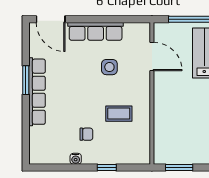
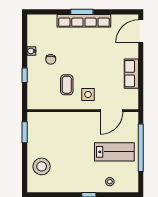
row of seats: (96, 31) -> (131, 74), width x0.68
side table: (109, 67) -> (88, 95), moved
window: (26, 80) -> (82, 12), moved

